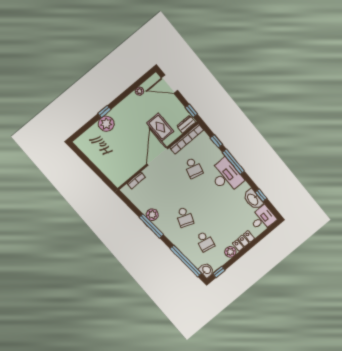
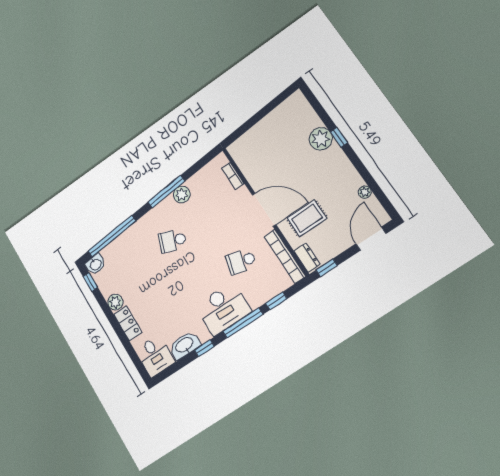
window: (261, 195) -> (204, 348), moved
school desk: (205, 241) -> (135, 267), removed

